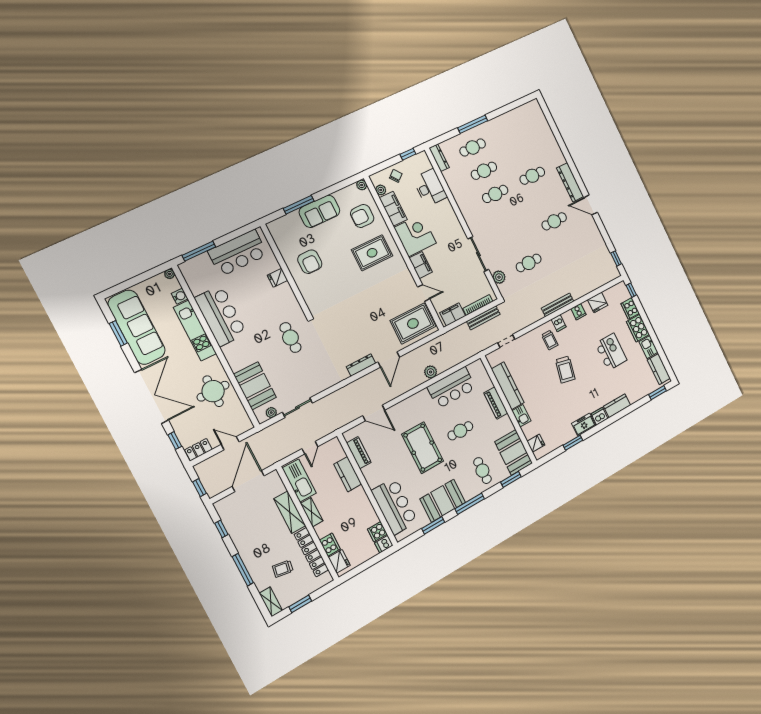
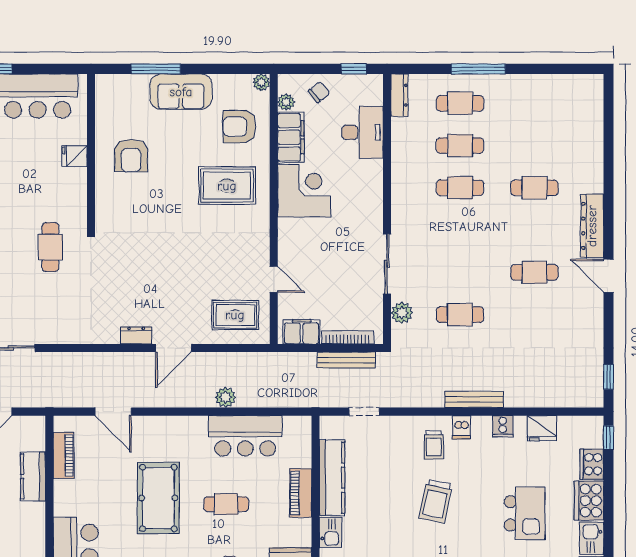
filing cabinet: (421, 265) -> (290, 237), removed
rug: (413, 323) -> (235, 315), width x0.73, depth x0.70
dresser: (361, 365) -> (136, 335), width x0.70

